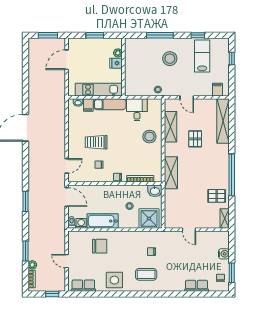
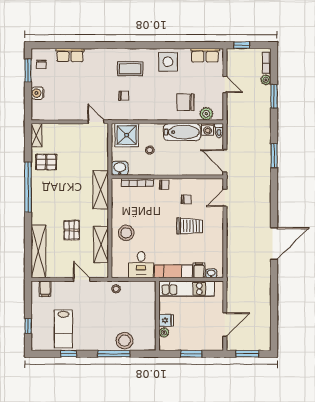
stool: (170, 59) -> (124, 341), moved
door: (189, 230) -> (96, 122), moved
plant: (82, 236) -> (206, 114), added

